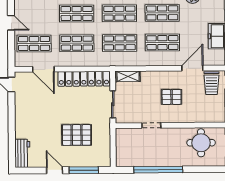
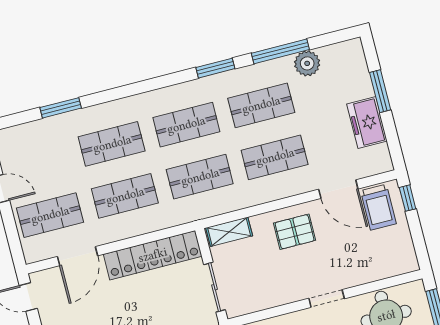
door: (192, 68) -> (338, 189), swing flipped
door: (43, 69) -> (78, 256), hinge flipped
pallet: (172, 97) -> (295, 232), moved
doorway: (151, 125) -> (327, 298), moved

